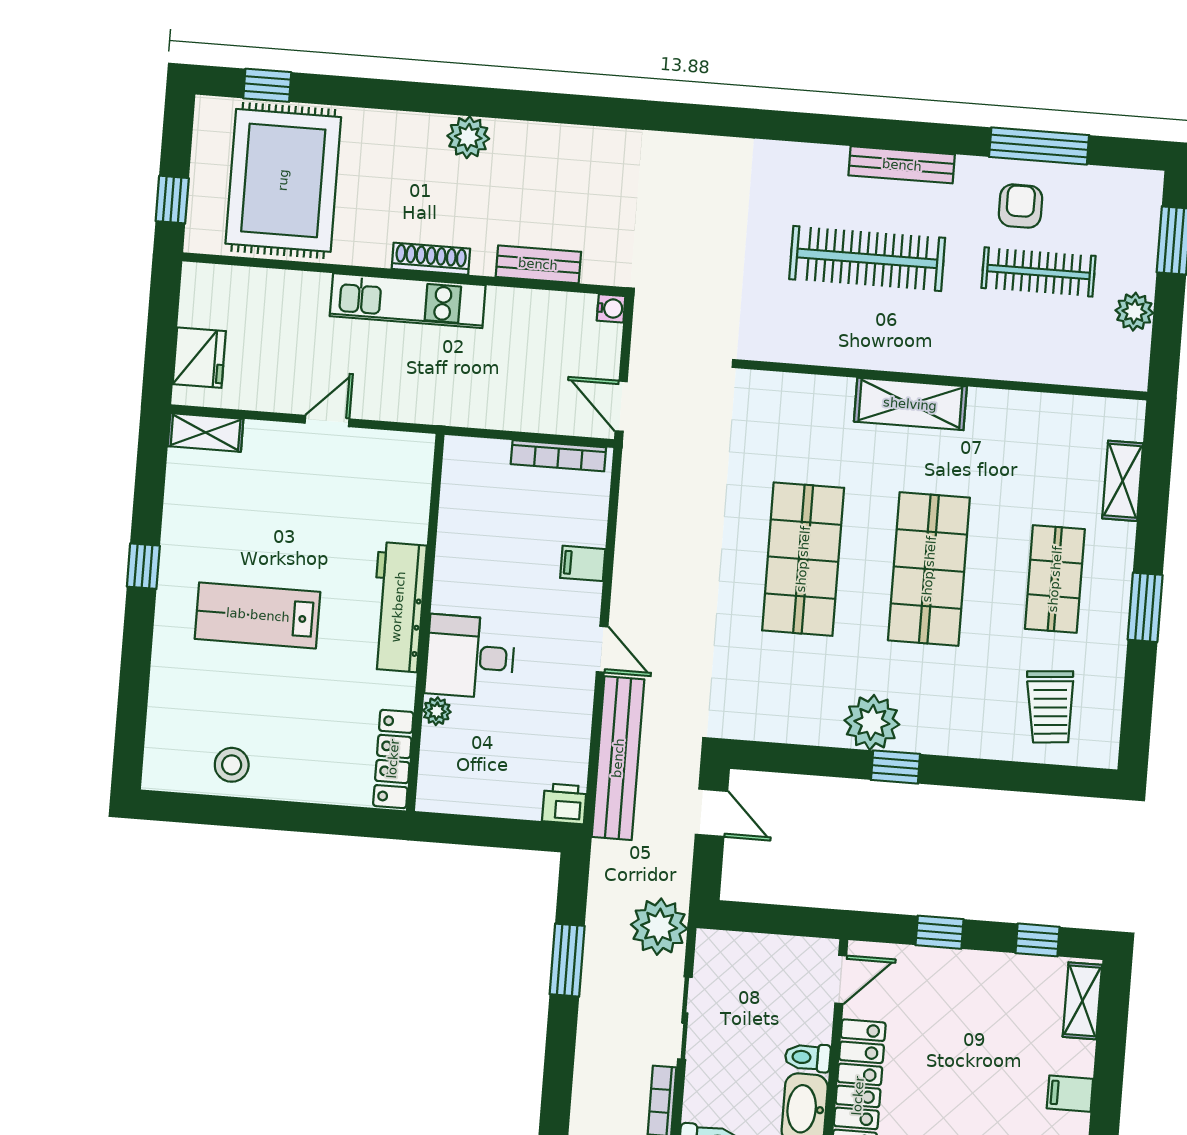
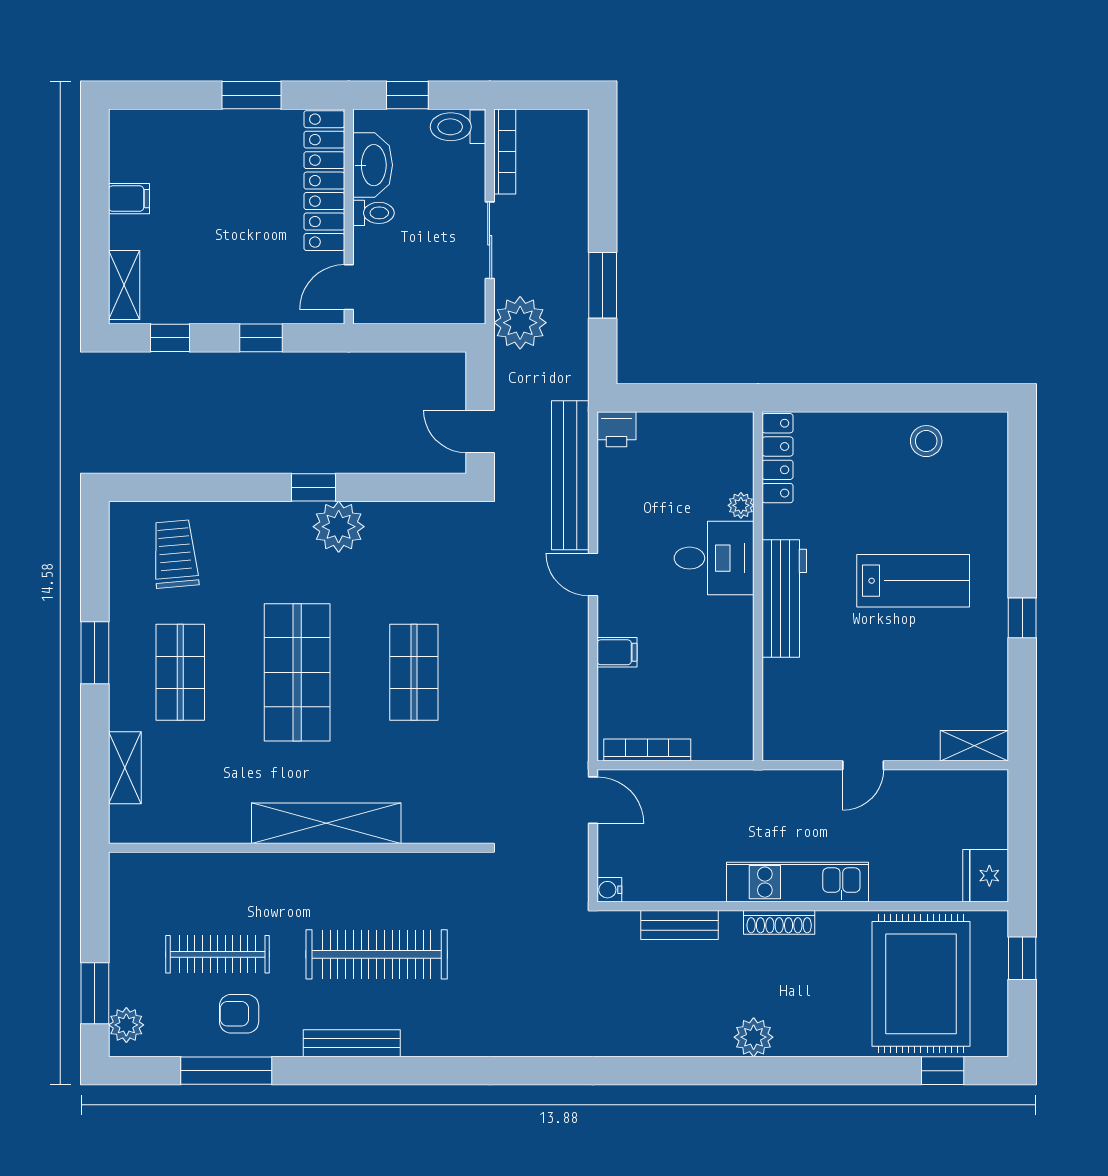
armchair: (1020, 206) -> (239, 1014), turned 90
plant: (1134, 312) -> (126, 1025), moved
fridge: (199, 358) -> (986, 876), moved
shelving: (910, 404) -> (326, 823), width x1.47
shop shelf: (803, 559) -> (414, 672), width x0.70, depth x0.74

